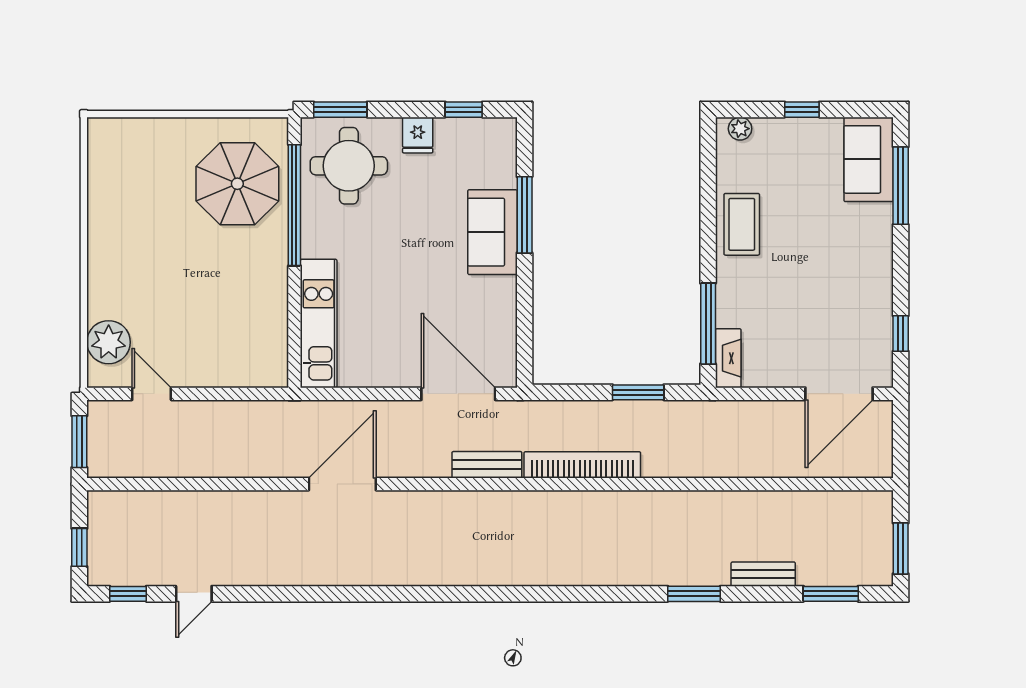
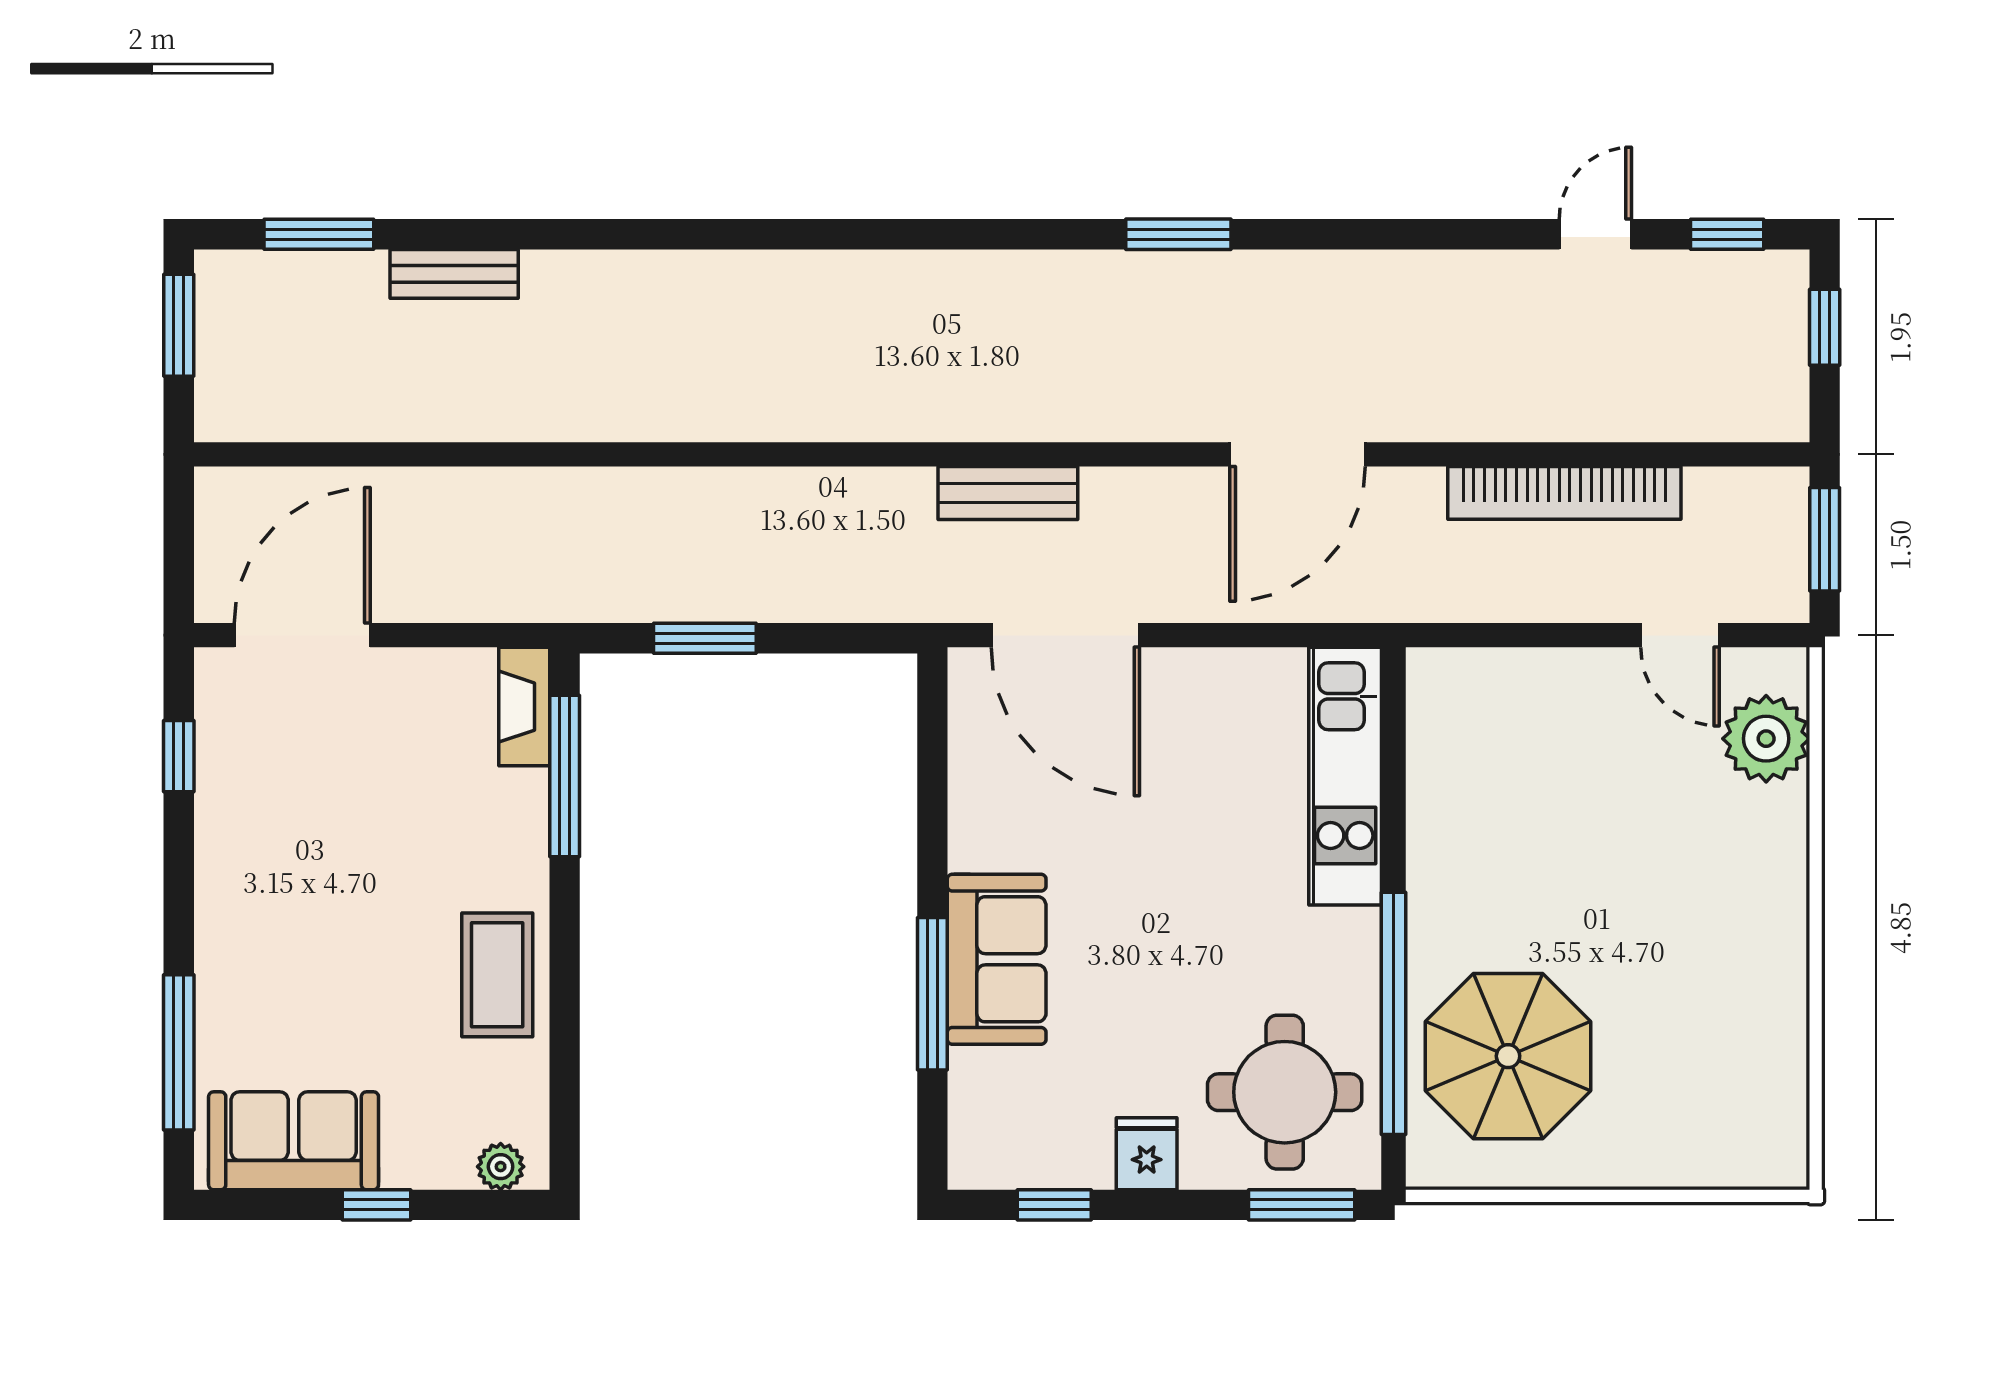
sofa: (869, 159) -> (294, 1141), moved, turned -90
bookcase: (582, 465) -> (1564, 493), moved
window: (694, 594) -> (1178, 234), moved

